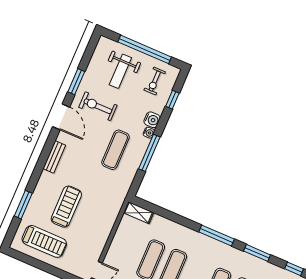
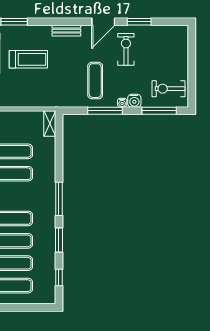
window: (145, 49) -> (192, 68), removed
weight bench: (120, 71) -> (164, 56), removed
exercise bike: (155, 81) -> (168, 89), width x1.38, depth x1.39
window: (172, 100) -> (159, 111), width x2.17
exercise mat: (116, 150) -> (95, 81), turned 90

